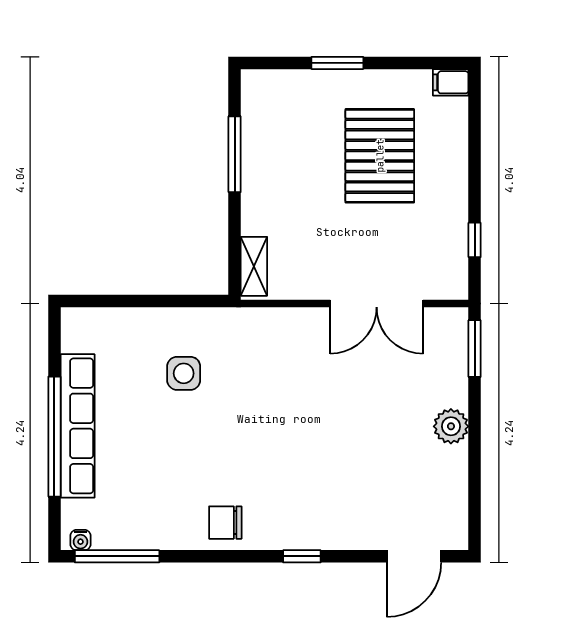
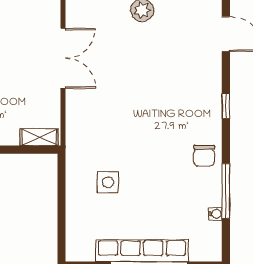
water cooler: (80, 540) -> (215, 214), moved
window: (117, 556) -> (226, 191), moved

